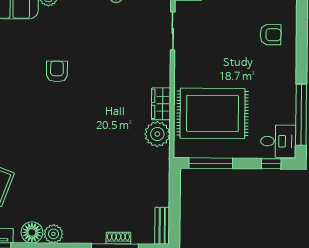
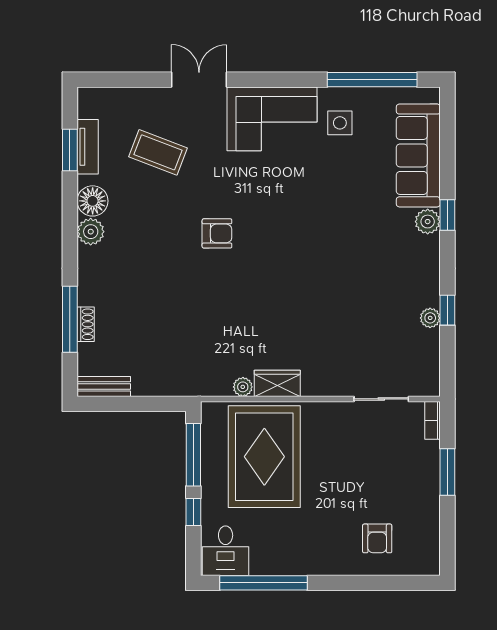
armchair: (57, 71) -> (217, 233), moved
plant: (157, 134) -> (243, 387), width x0.53, depth x0.53
window: (271, 164) -> (193, 512), moved

